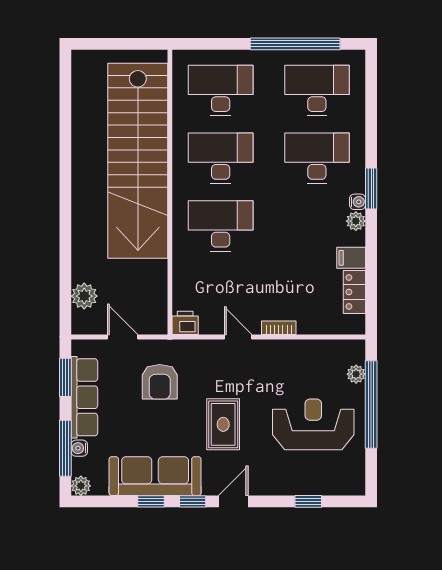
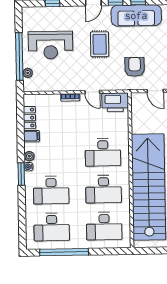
printer: (185, 323) -> (115, 102), width x1.87, depth x1.48

